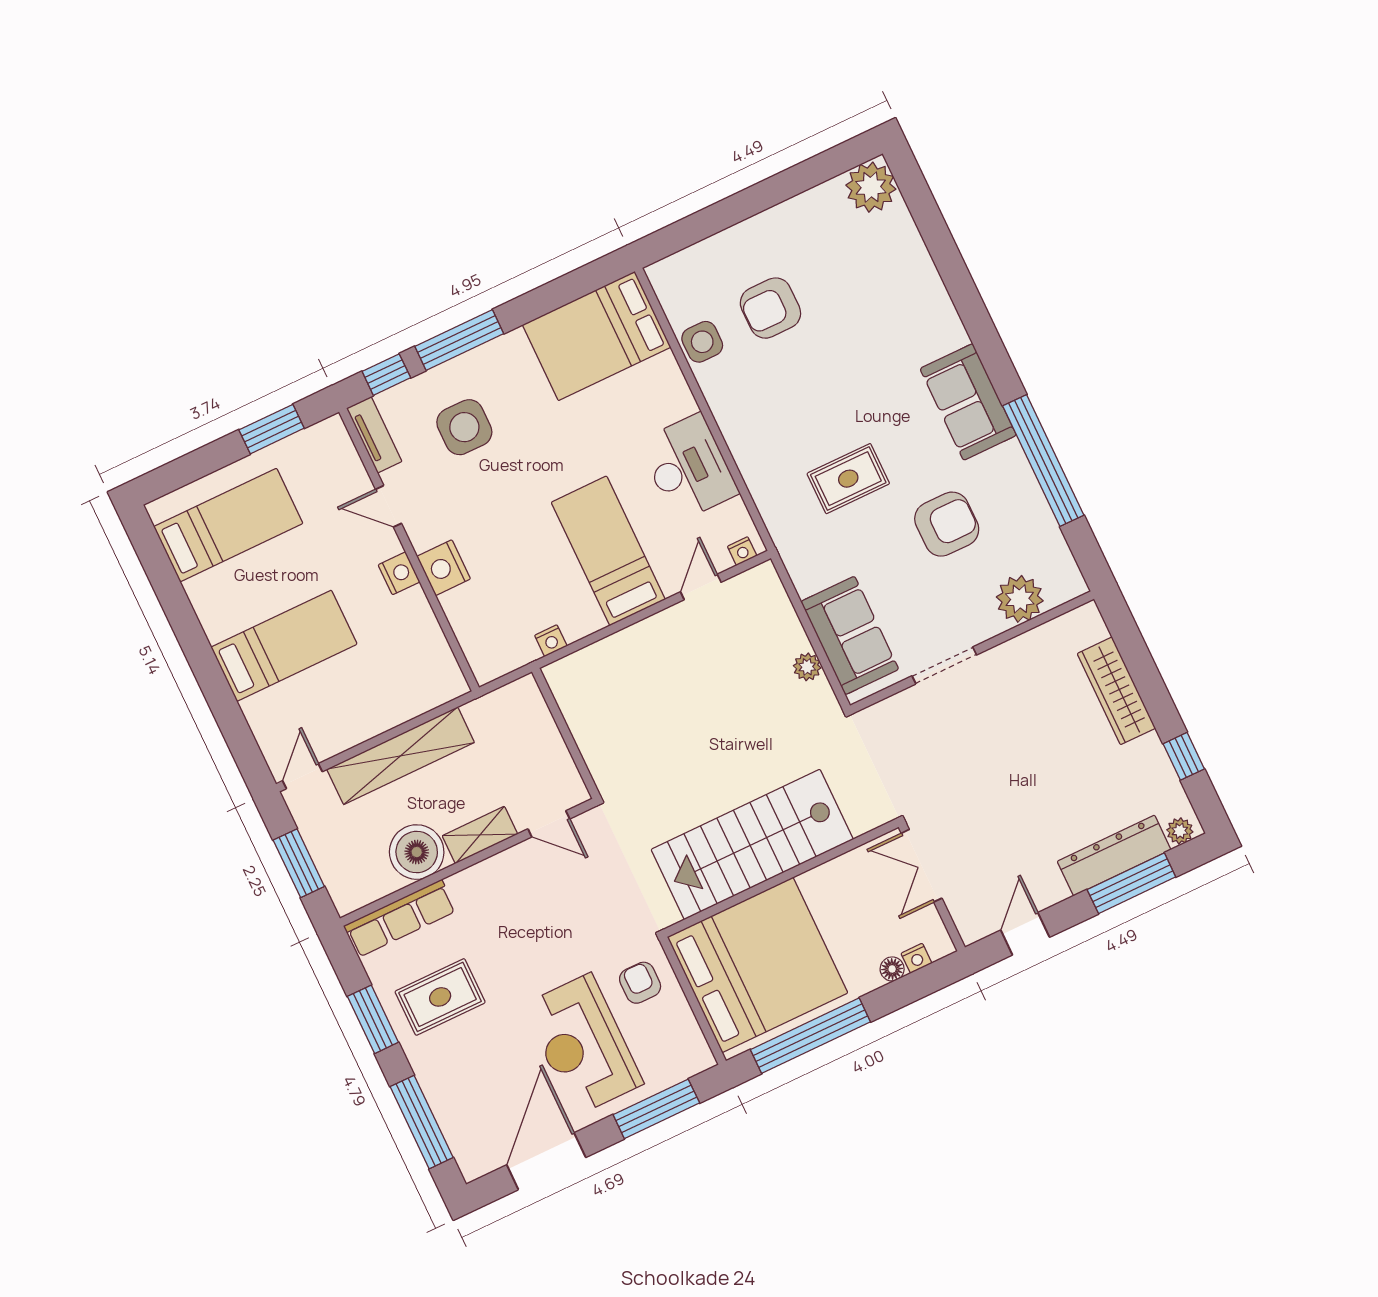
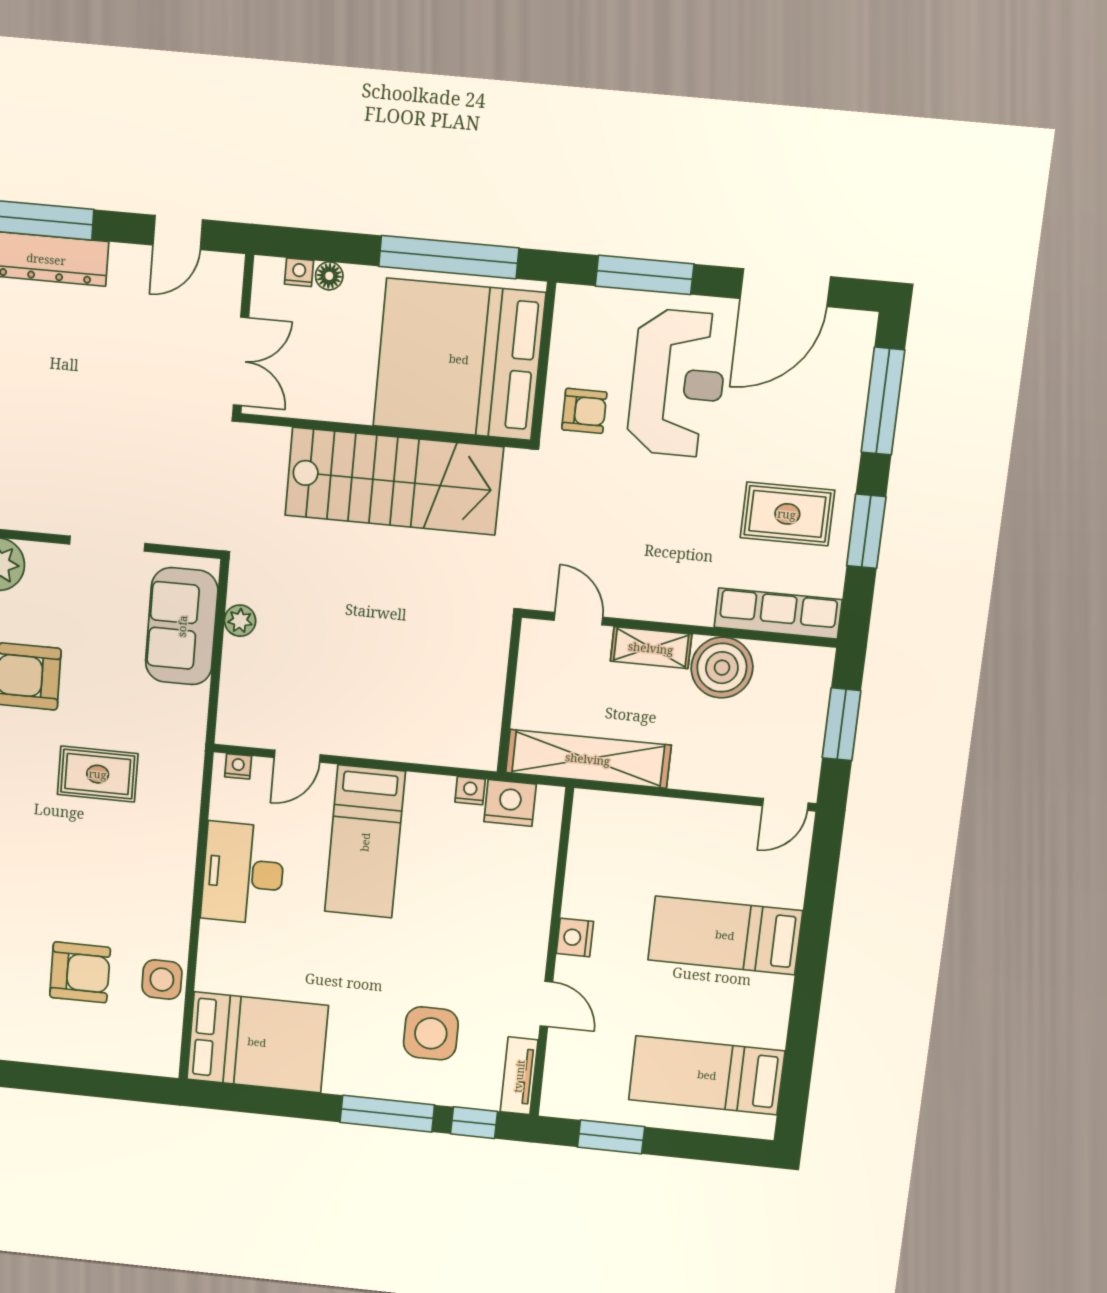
nightstand: (444, 568) -> (510, 803), moved, turned -90
shelving: (401, 756) -> (588, 759), moved
armchair: (640, 983) -> (584, 411), turned -90

